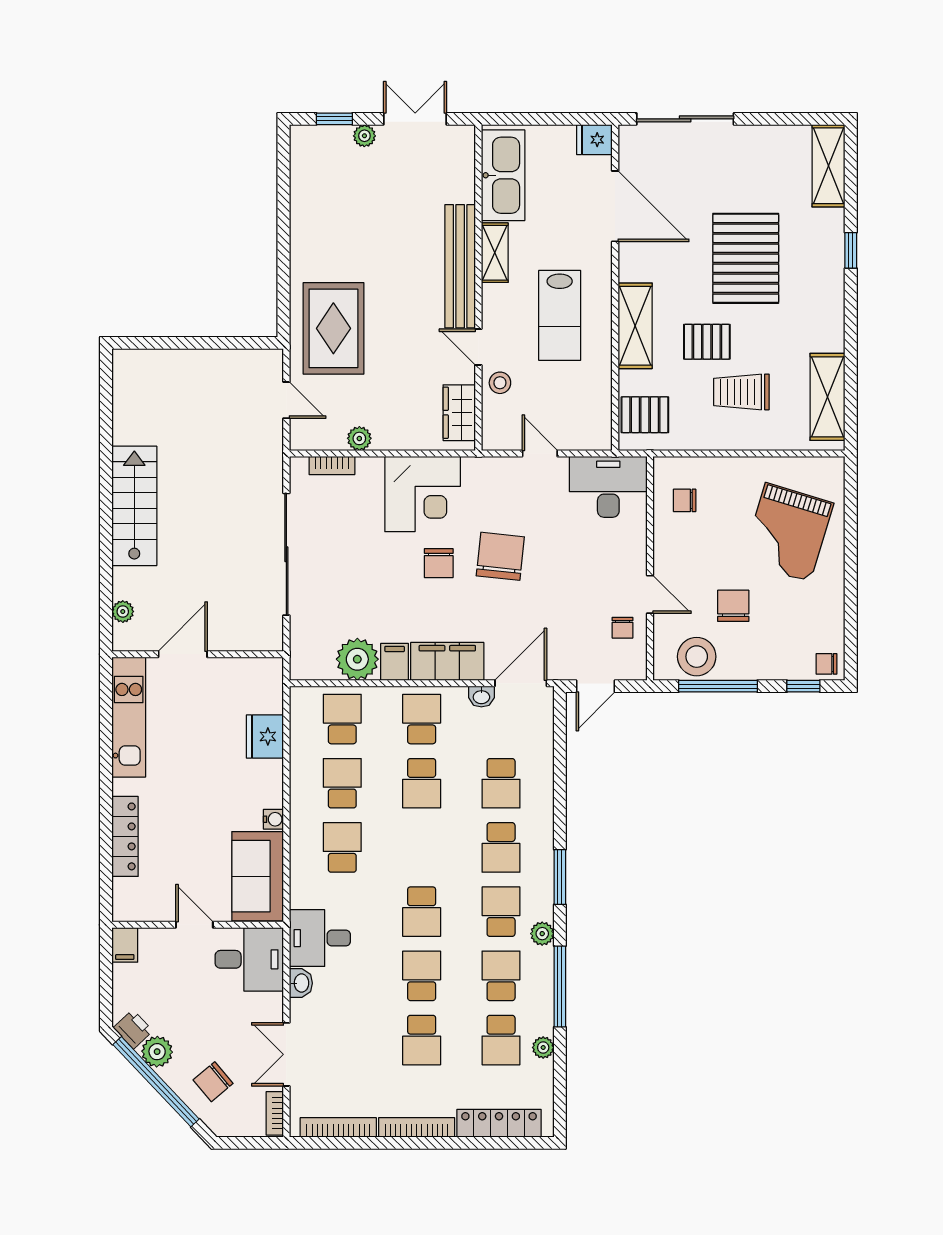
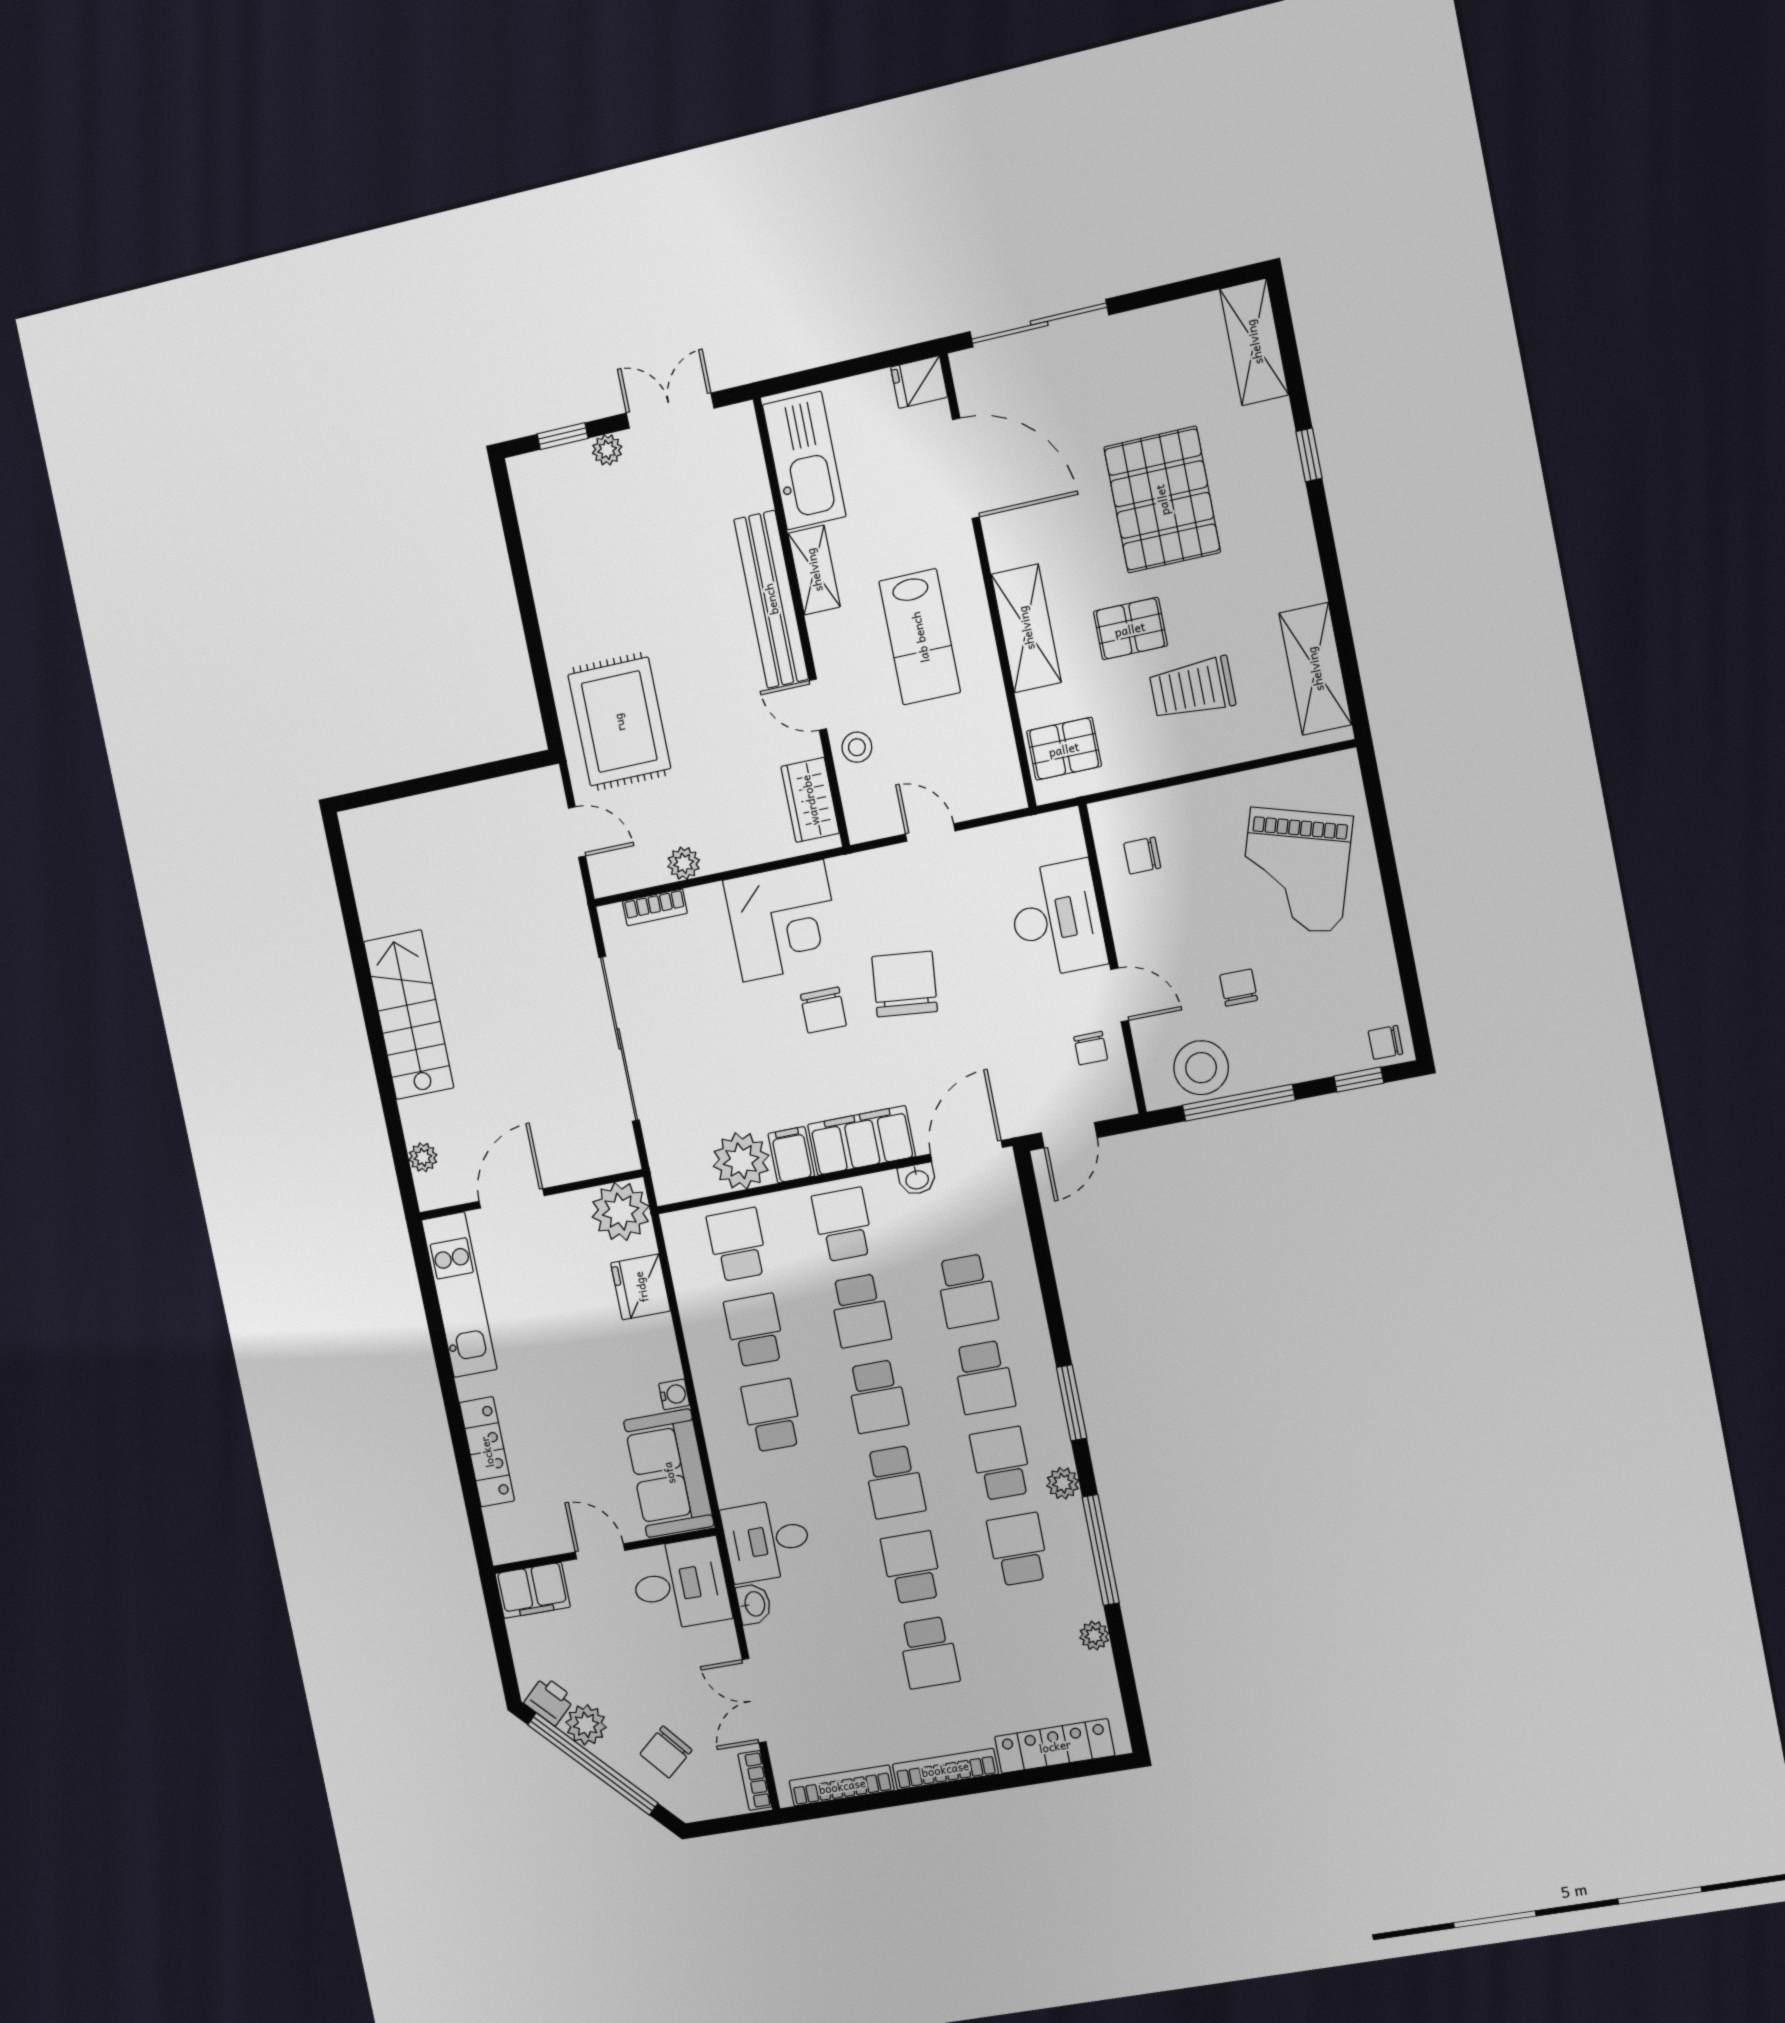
desk: (608, 487) -> (1057, 919), moved, turned 90
chair: (733, 606) -> (1239, 988), width x0.73, depth x0.73
plant: (262, 679) -> (621, 1212), added
filing cabinet: (125, 945) -> (533, 1590), width x2.00
school desk: (501, 1040) -> (877, 1396), moved

